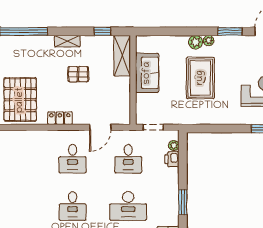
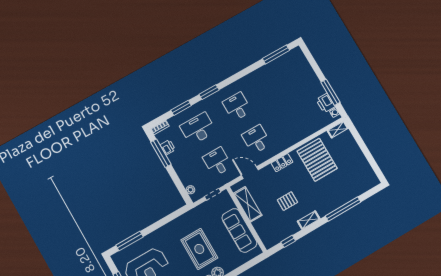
shelving: (122, 56) -> (248, 204), moved
sofa: (147, 73) -> (239, 230), width x1.36
door: (100, 127) -> (250, 173), hinge flipped
printer: (172, 159) -> (168, 147), moved
window: (183, 202) -> (161, 153), width x1.44

